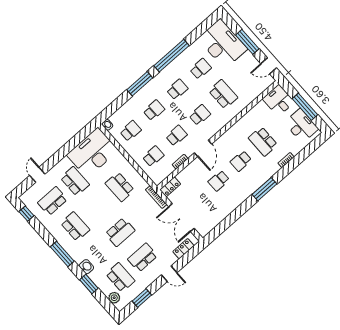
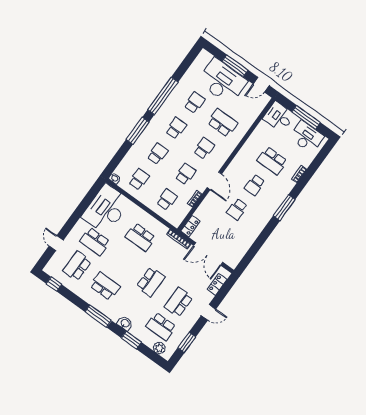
desk: (223, 44) -> (222, 81), moved
school desk: (75, 181) -> (95, 241), turned 180
school desk: (120, 277) -> (161, 327), turned 180

